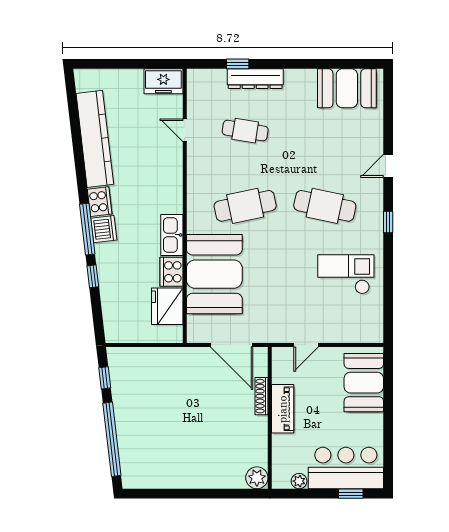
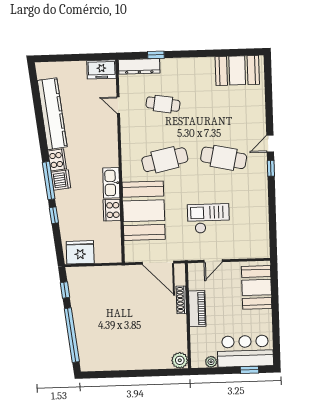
dresser: (255, 79) -> (139, 66), moved
door: (388, 166) -> (270, 144), moved
checkout: (346, 274) -> (208, 218), moved
fridge: (167, 306) -> (80, 252), moved, turned 90

